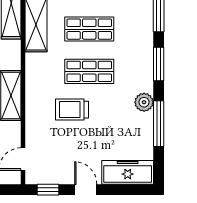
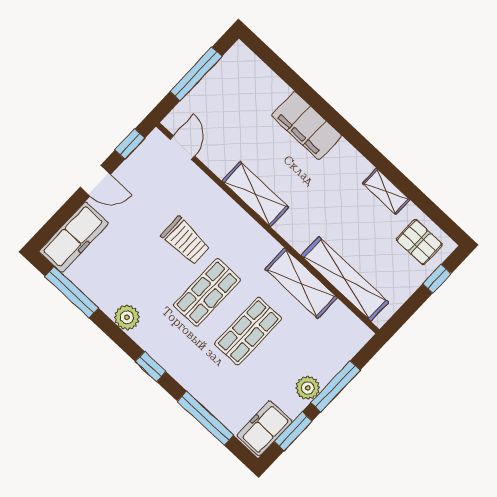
window: (159, 64) -> (151, 367), width x0.67
trolley: (72, 110) -> (186, 241), turned 90
window: (159, 124) -> (72, 292), moved

